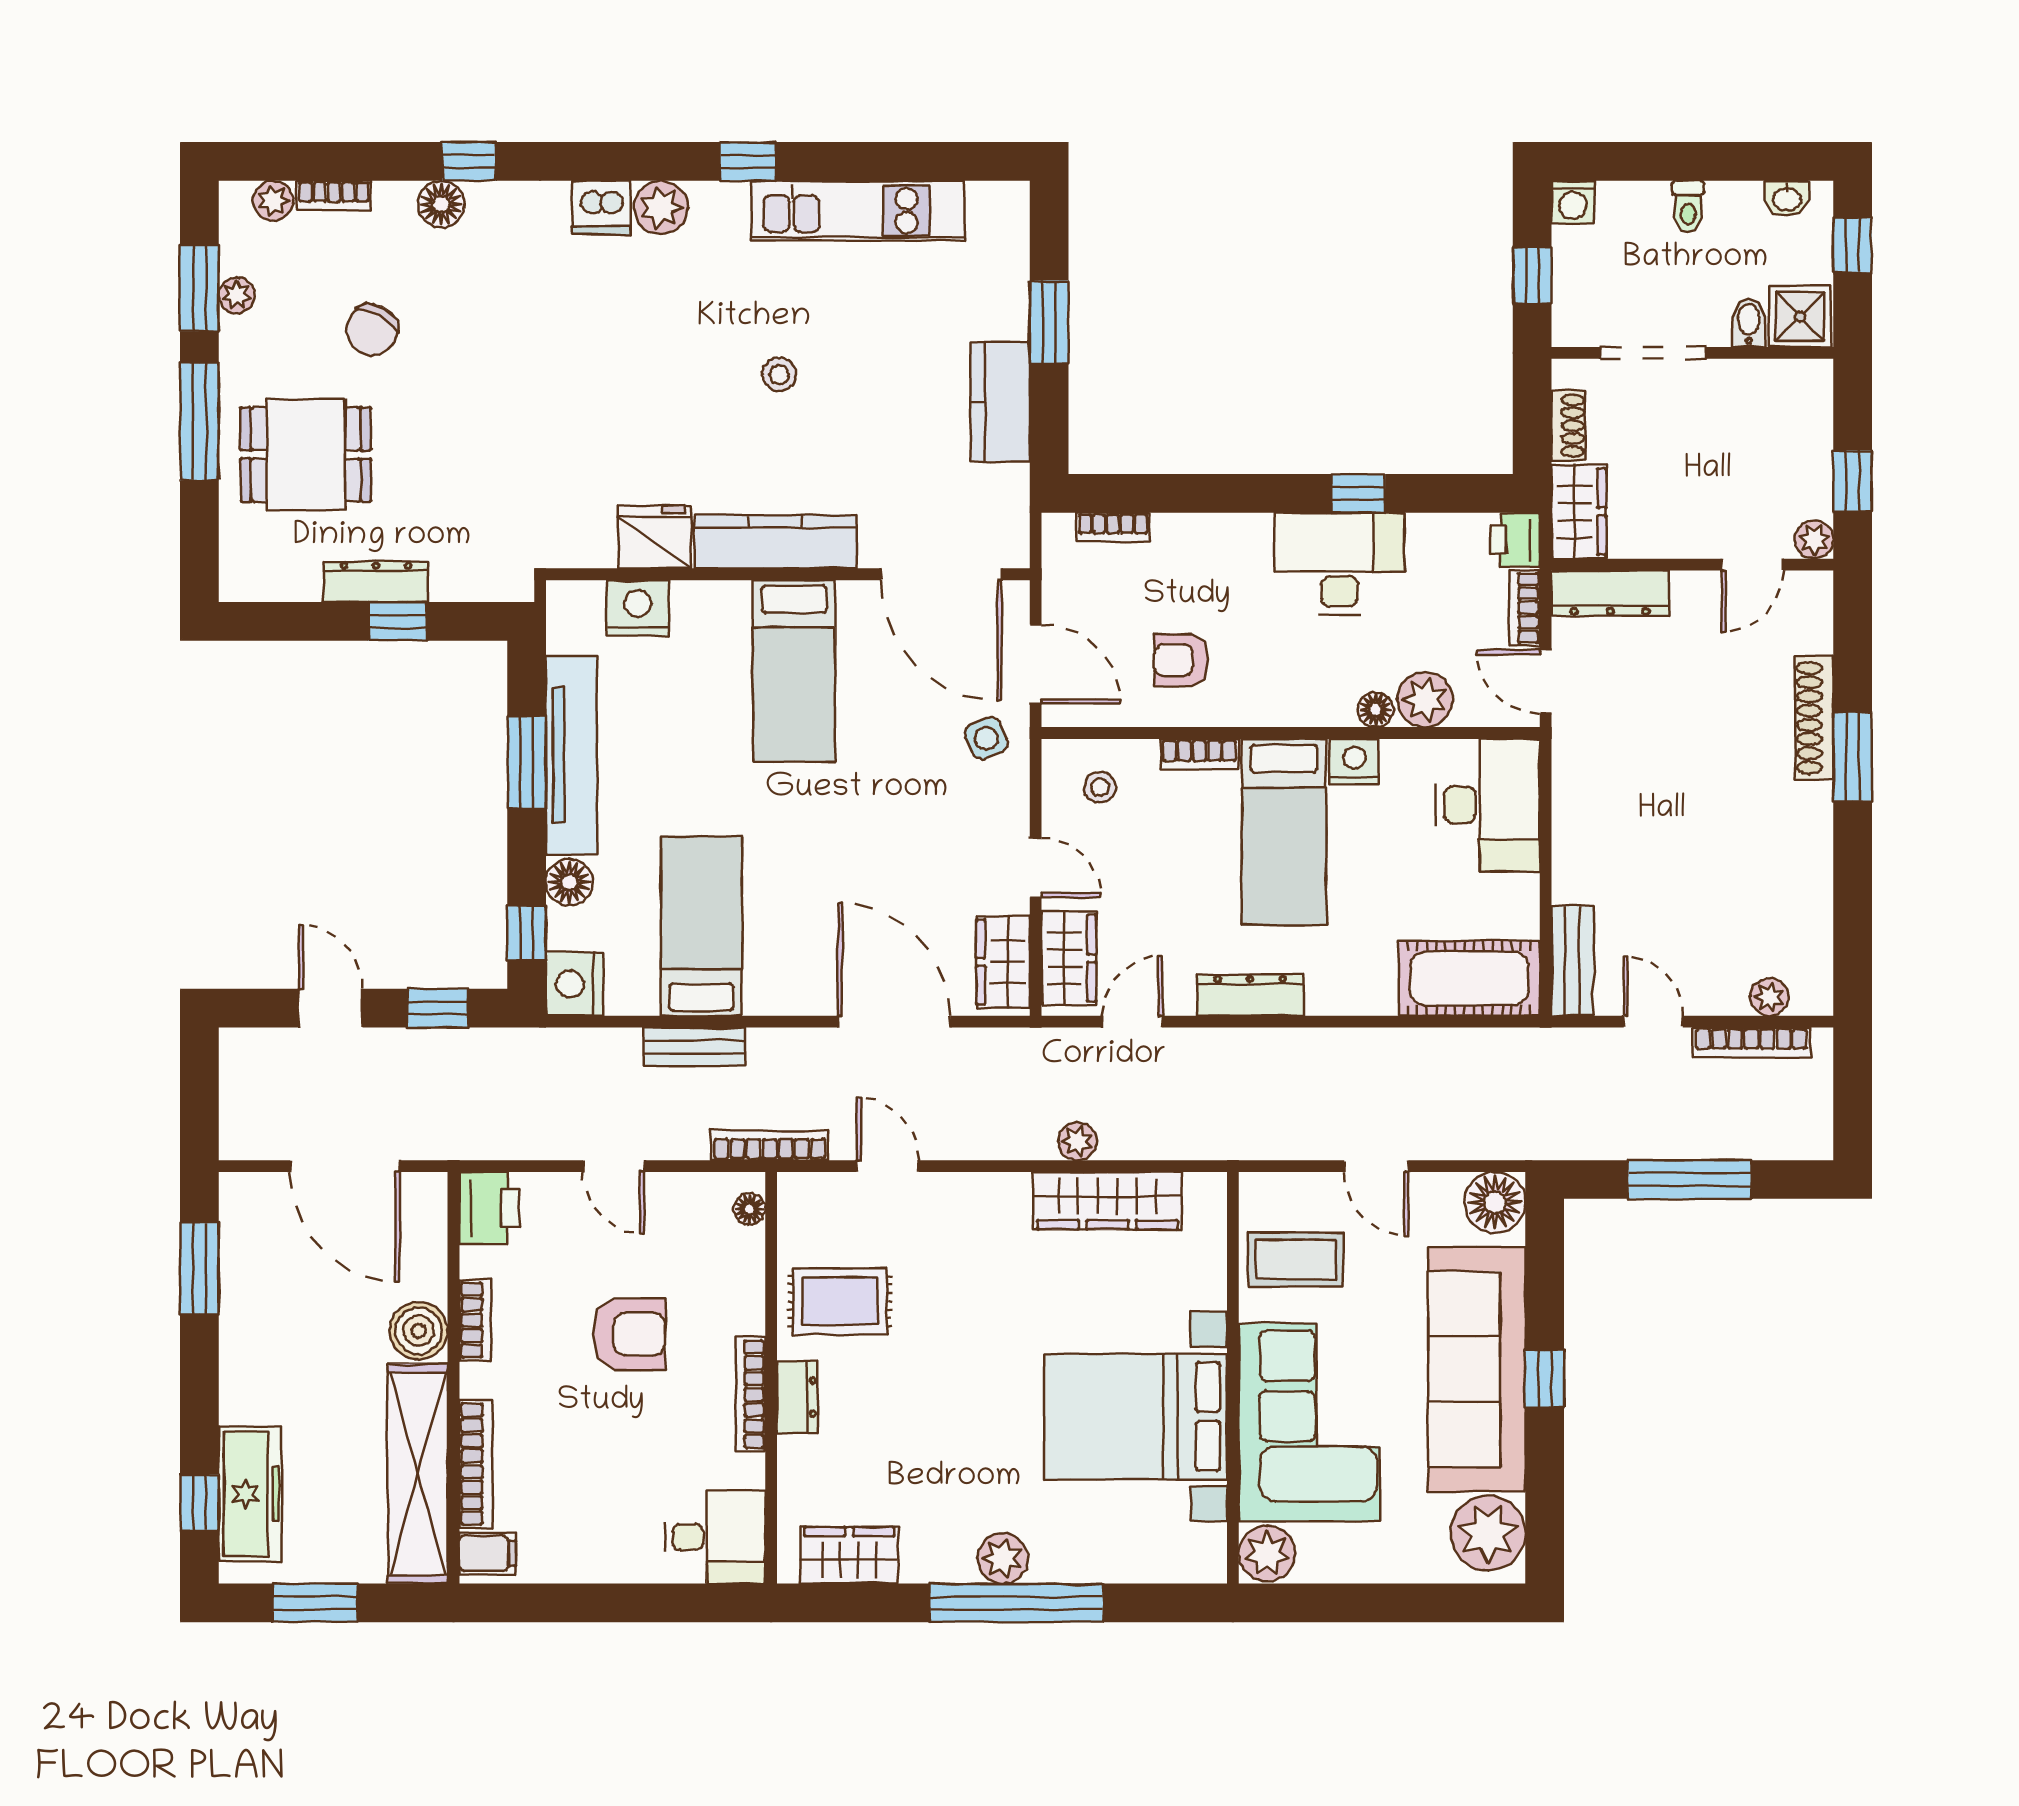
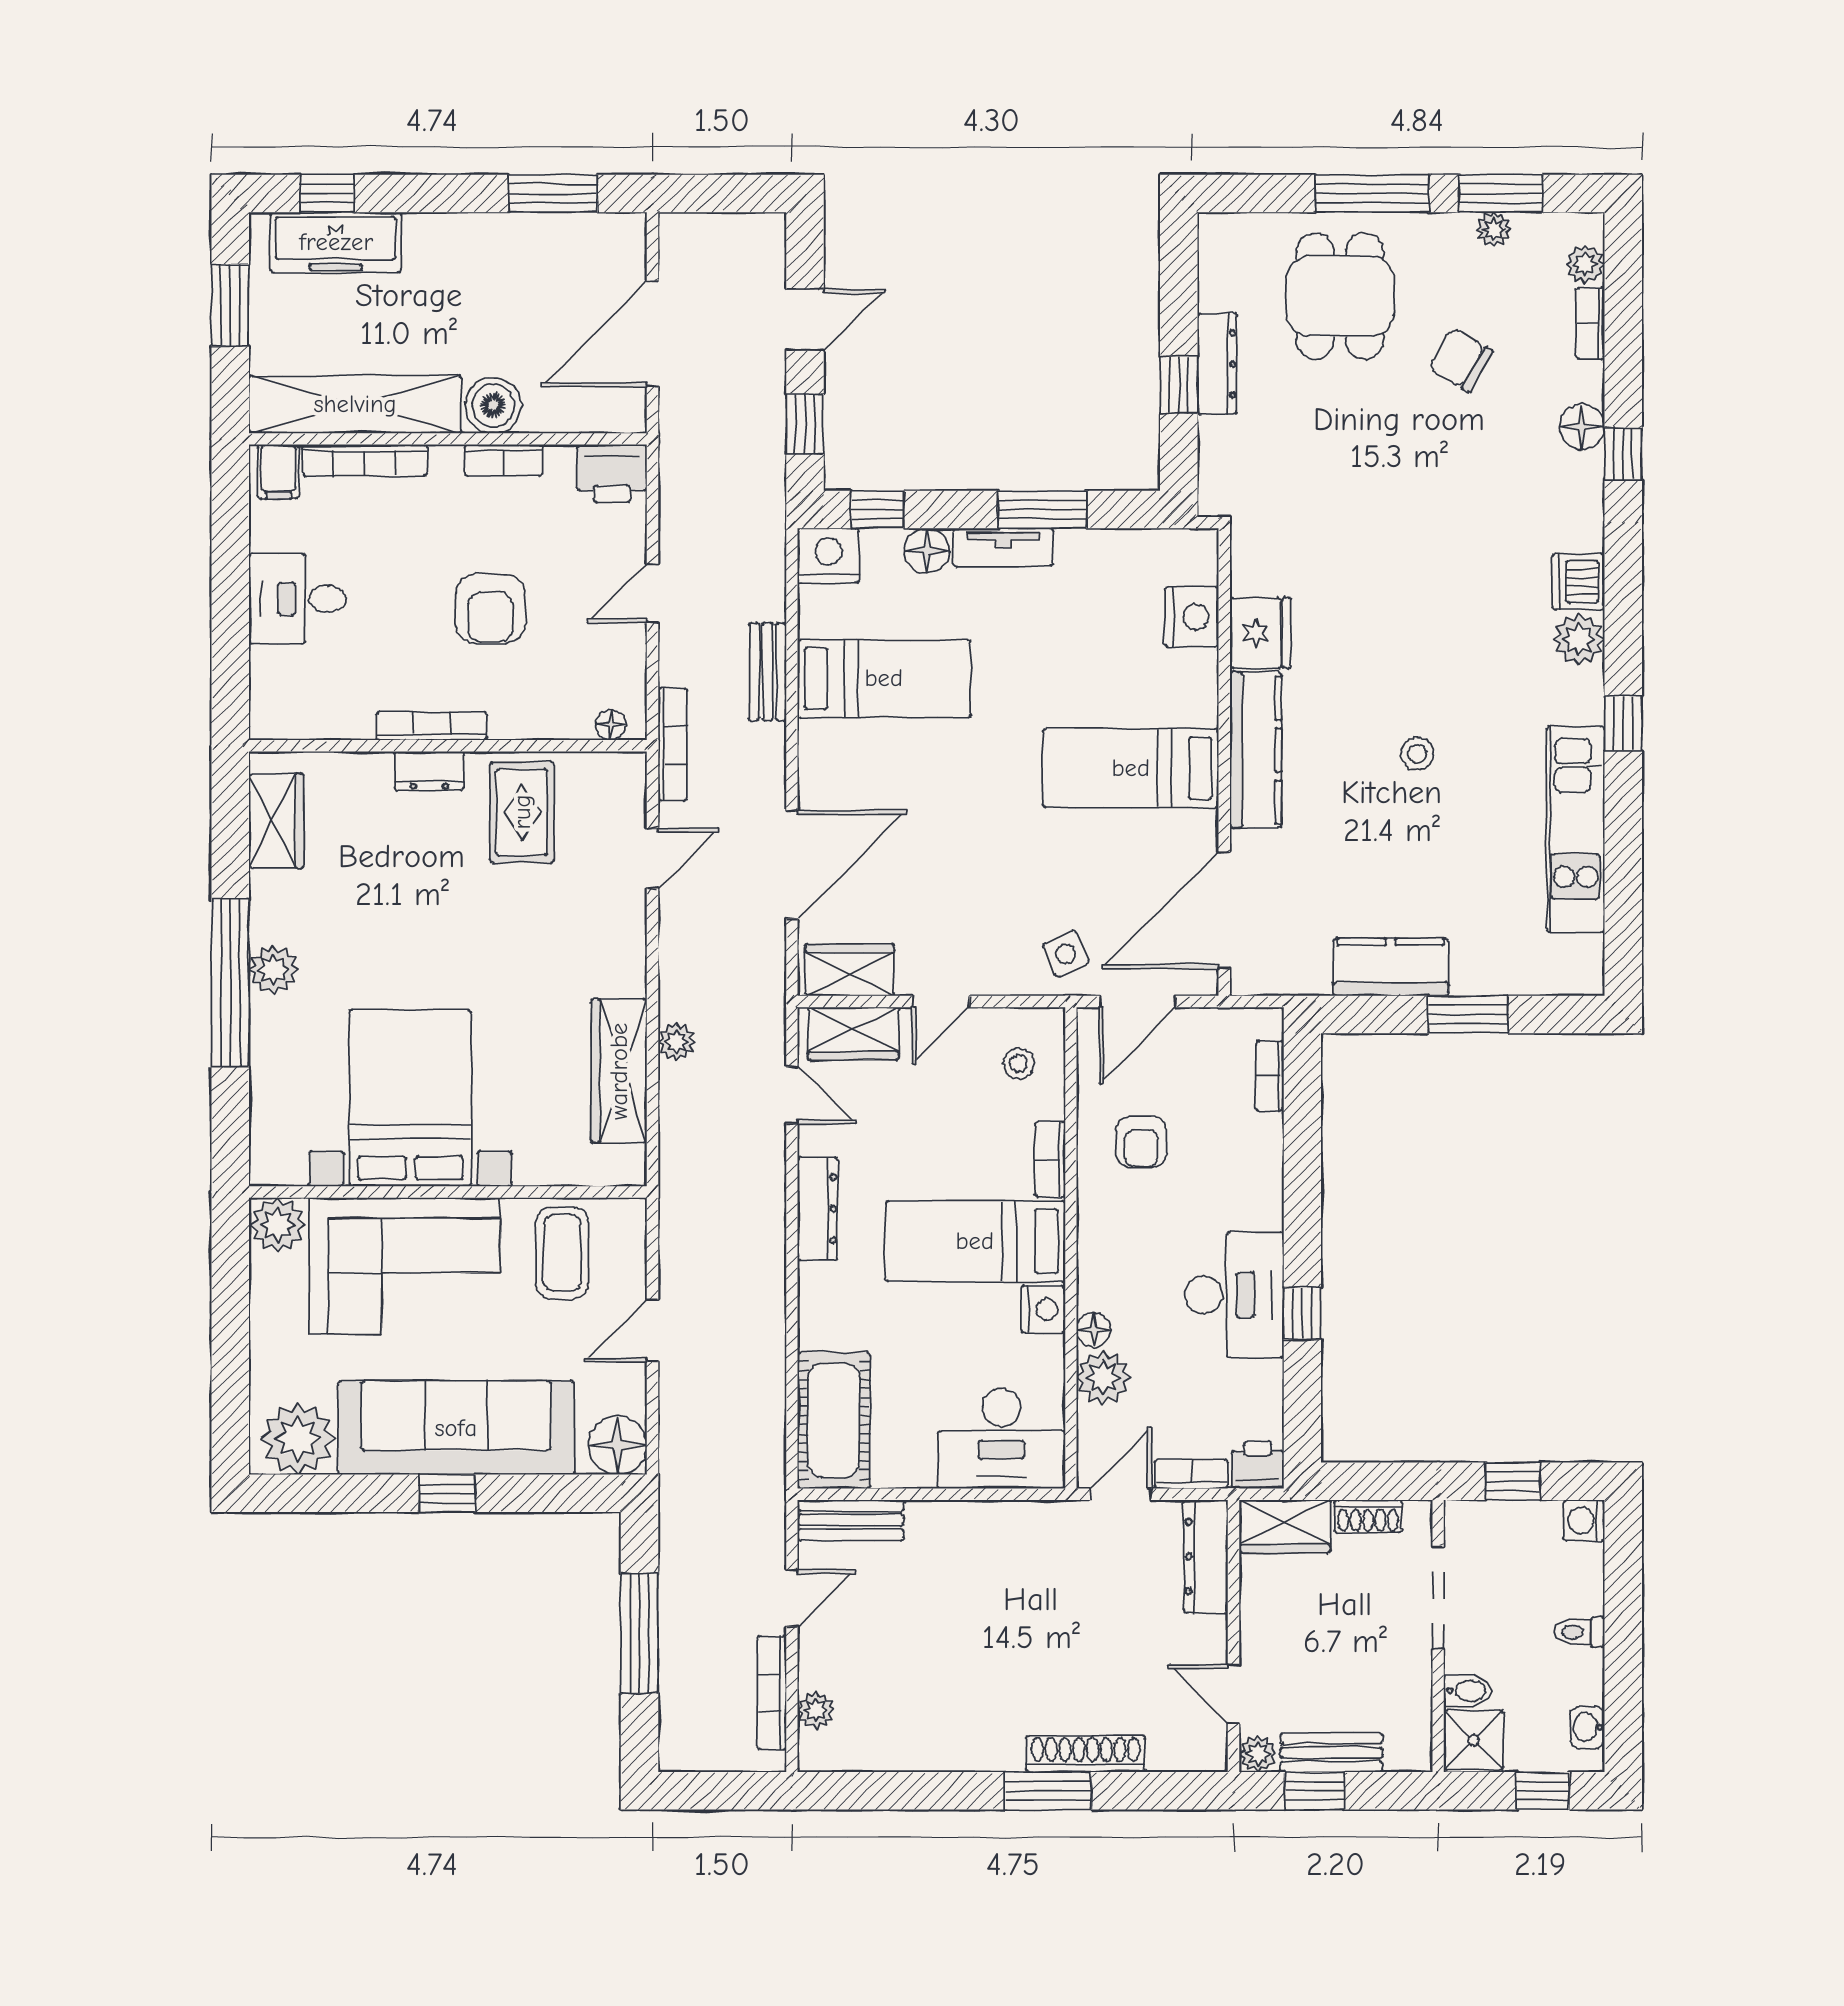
bench: (1813, 463) -> (1331, 1753), added
armchair: (1181, 660) -> (1141, 1142), turned 180
tv unit: (571, 755) -> (1003, 547), width x0.52, depth x0.78
desk: (715, 1537) -> (297, 599), moved, turned 90

